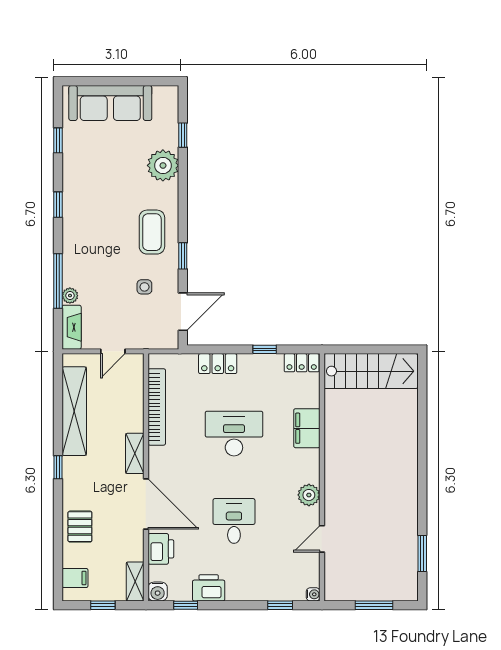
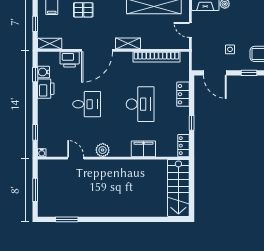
water cooler: (158, 592) -> (43, 72), moved

